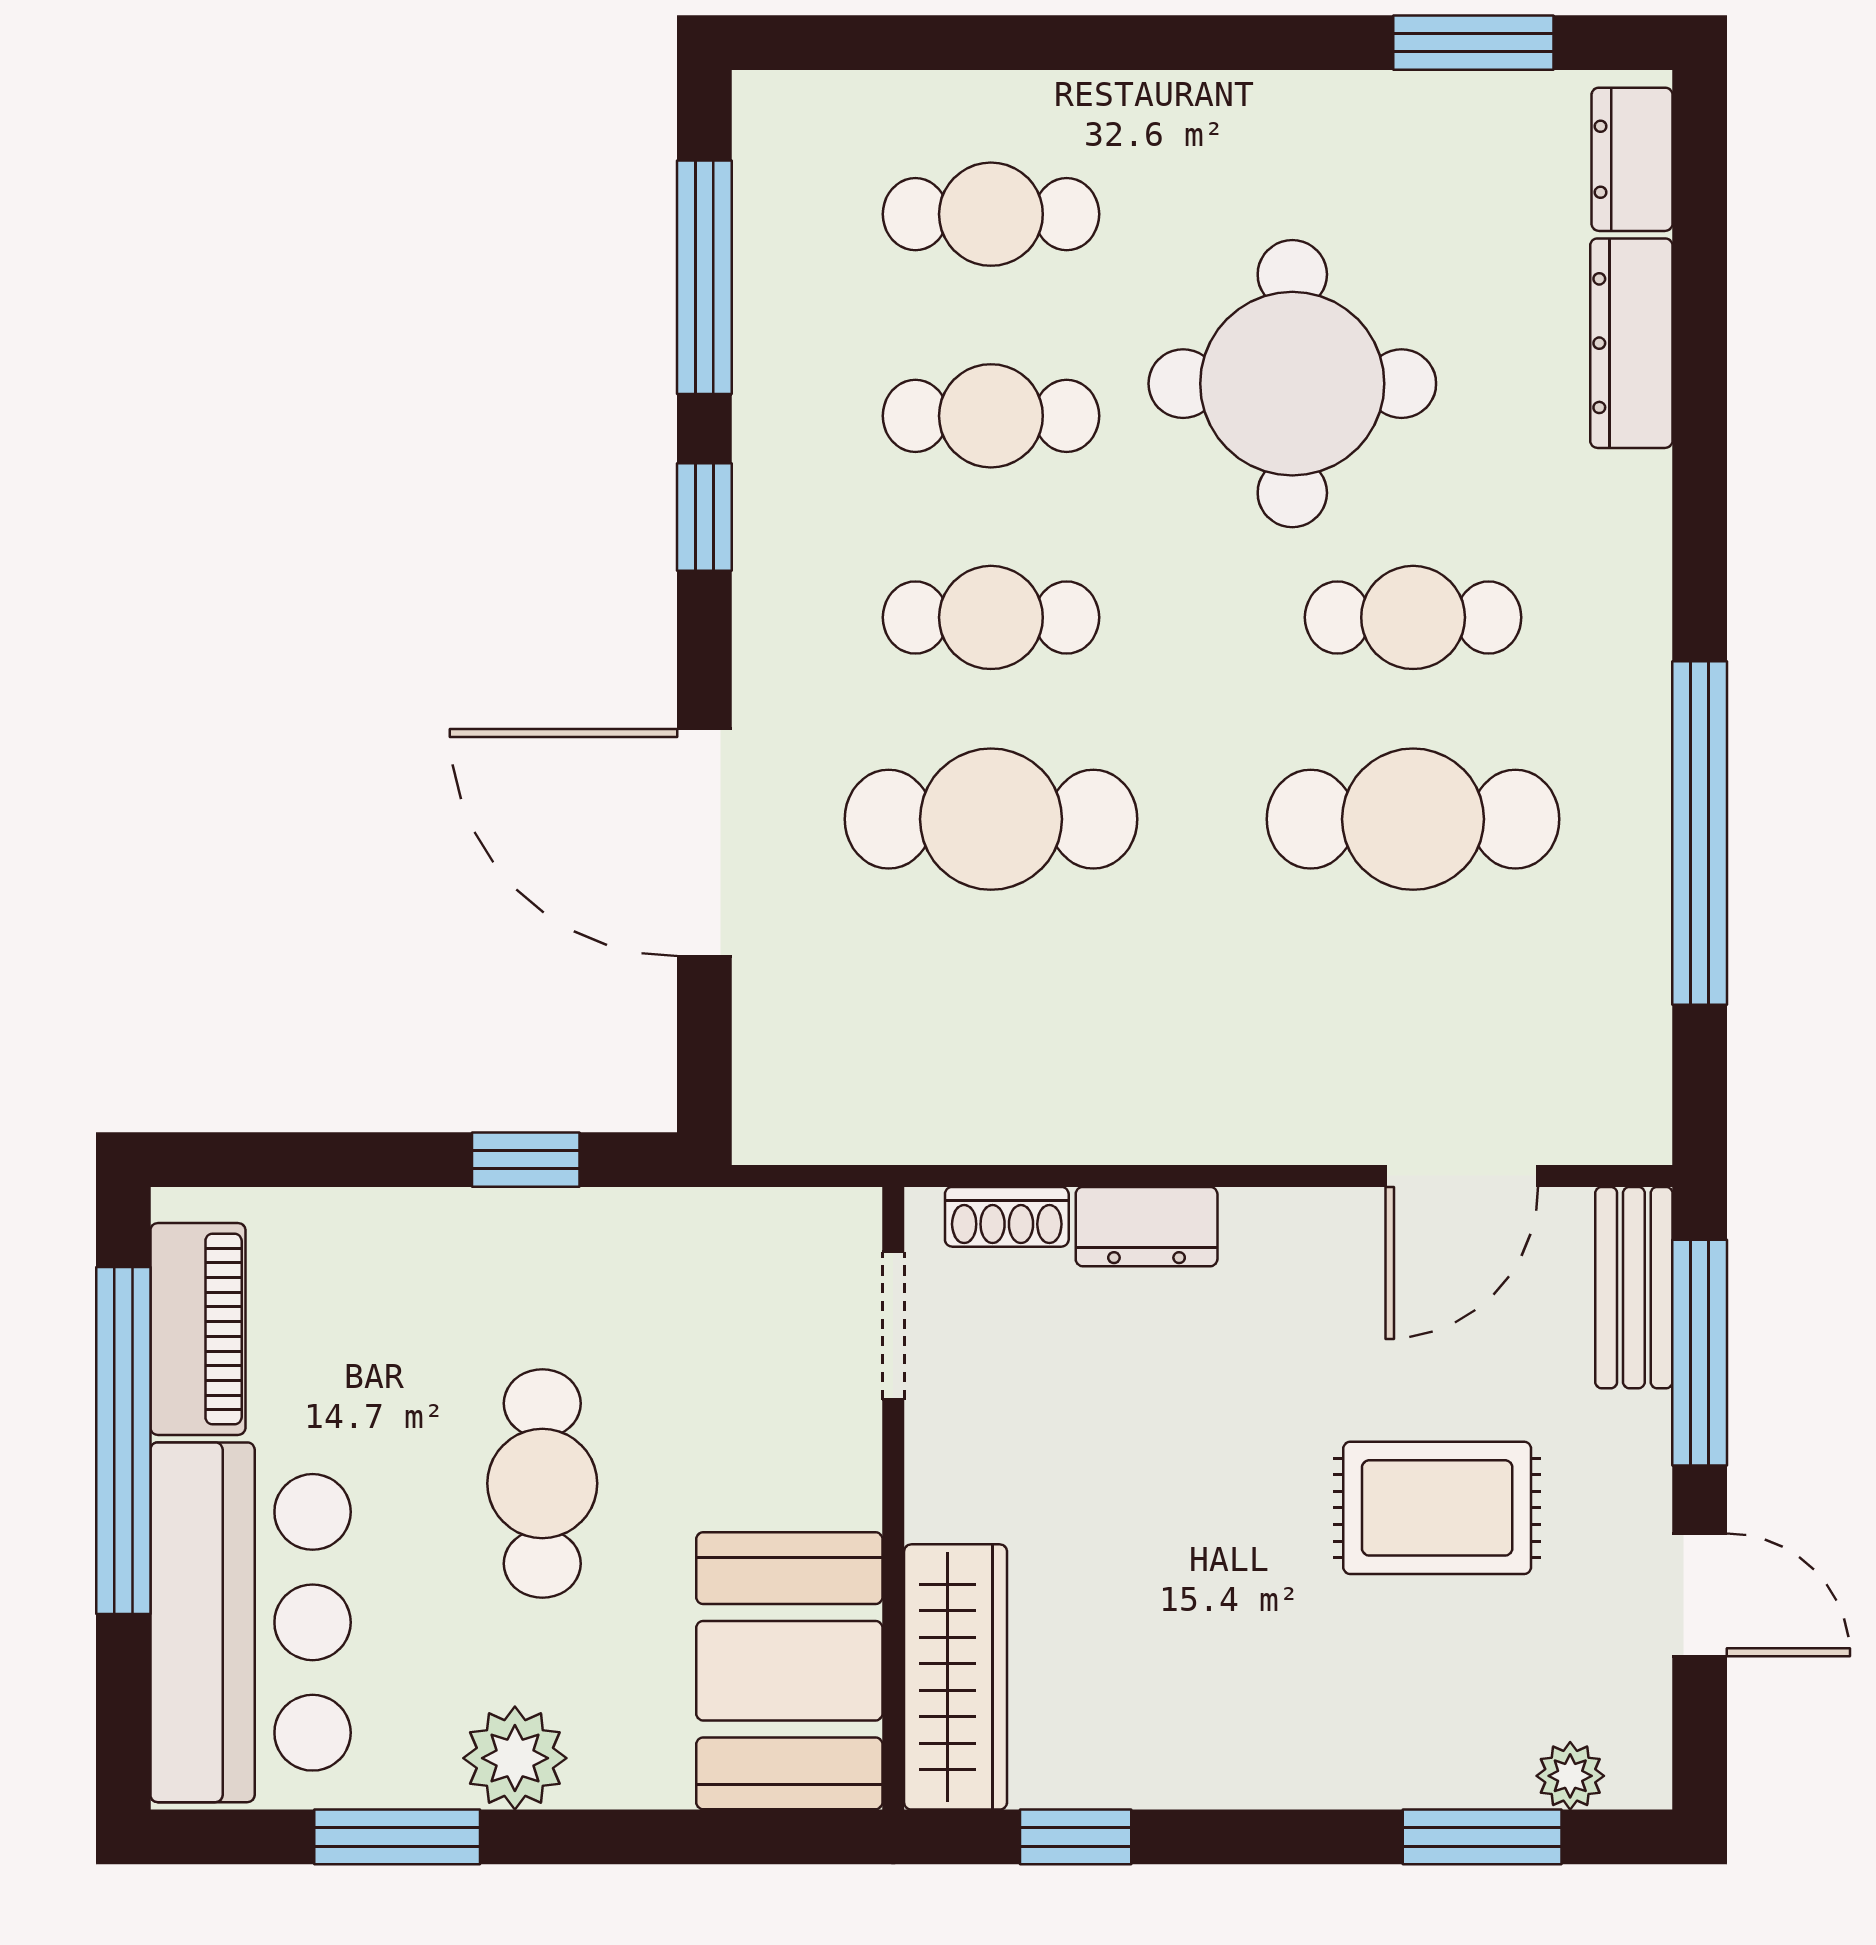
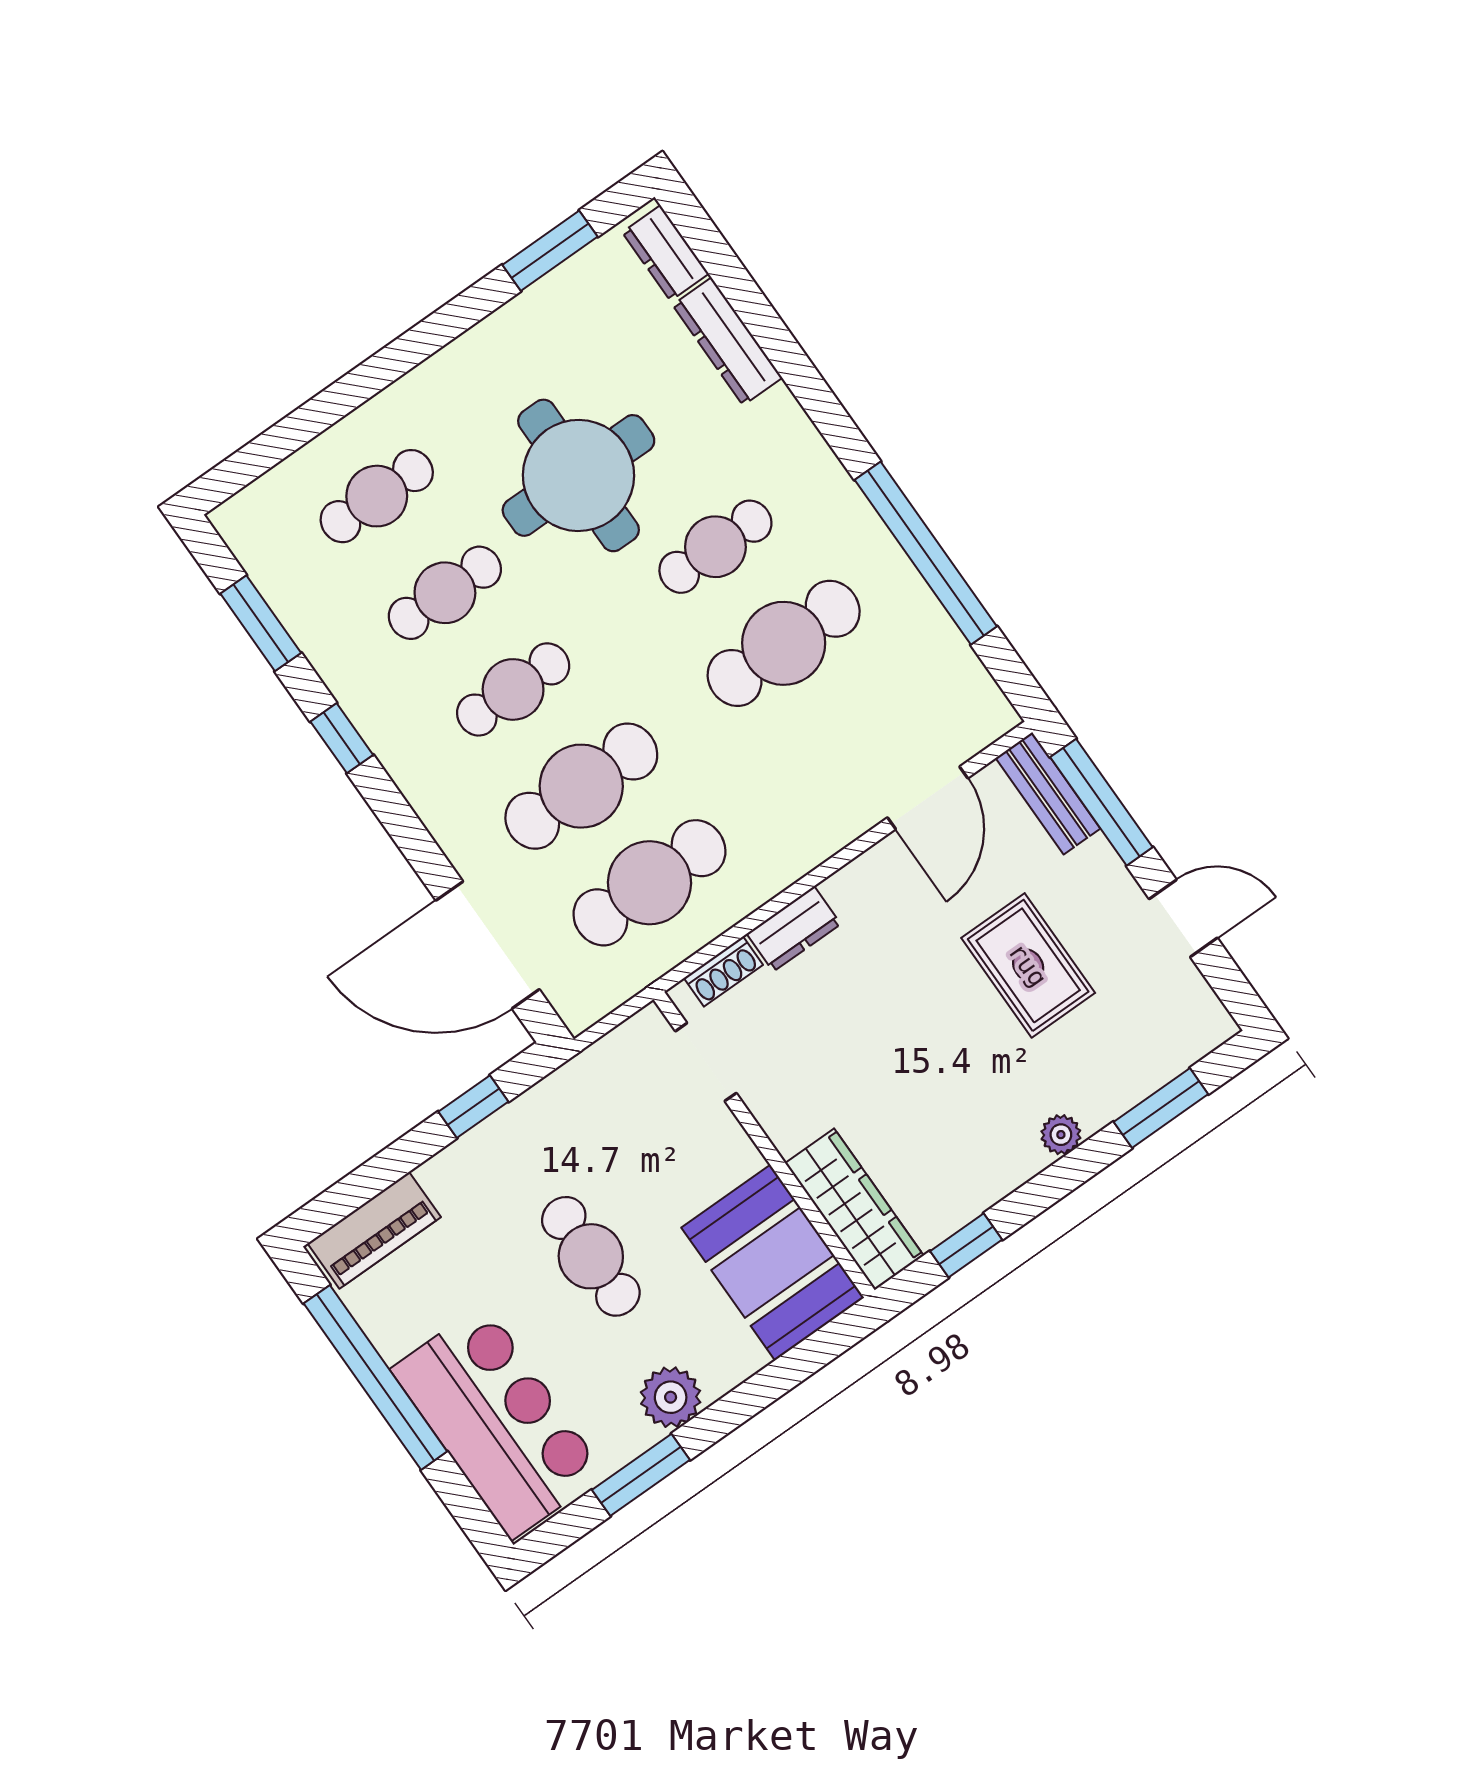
window: (704, 277) -> (261, 623), width x0.69
door: (704, 843) -> (488, 945), moved
cafe table: (991, 1021) -> (649, 883), added
piano: (198, 1329) -> (374, 1230), moved, turned 90
rug: (1437, 1508) -> (1028, 965), turned 90
plant: (1570, 1776) -> (1061, 1135), moved

